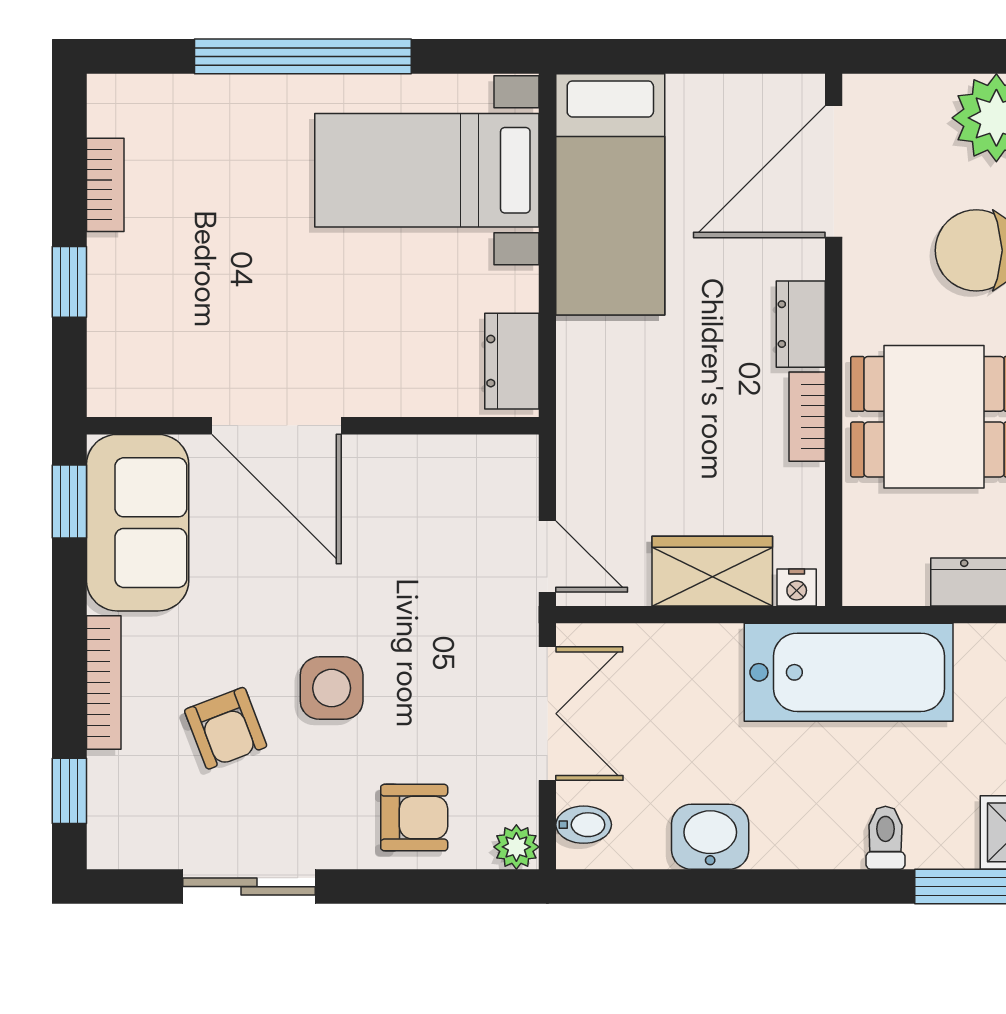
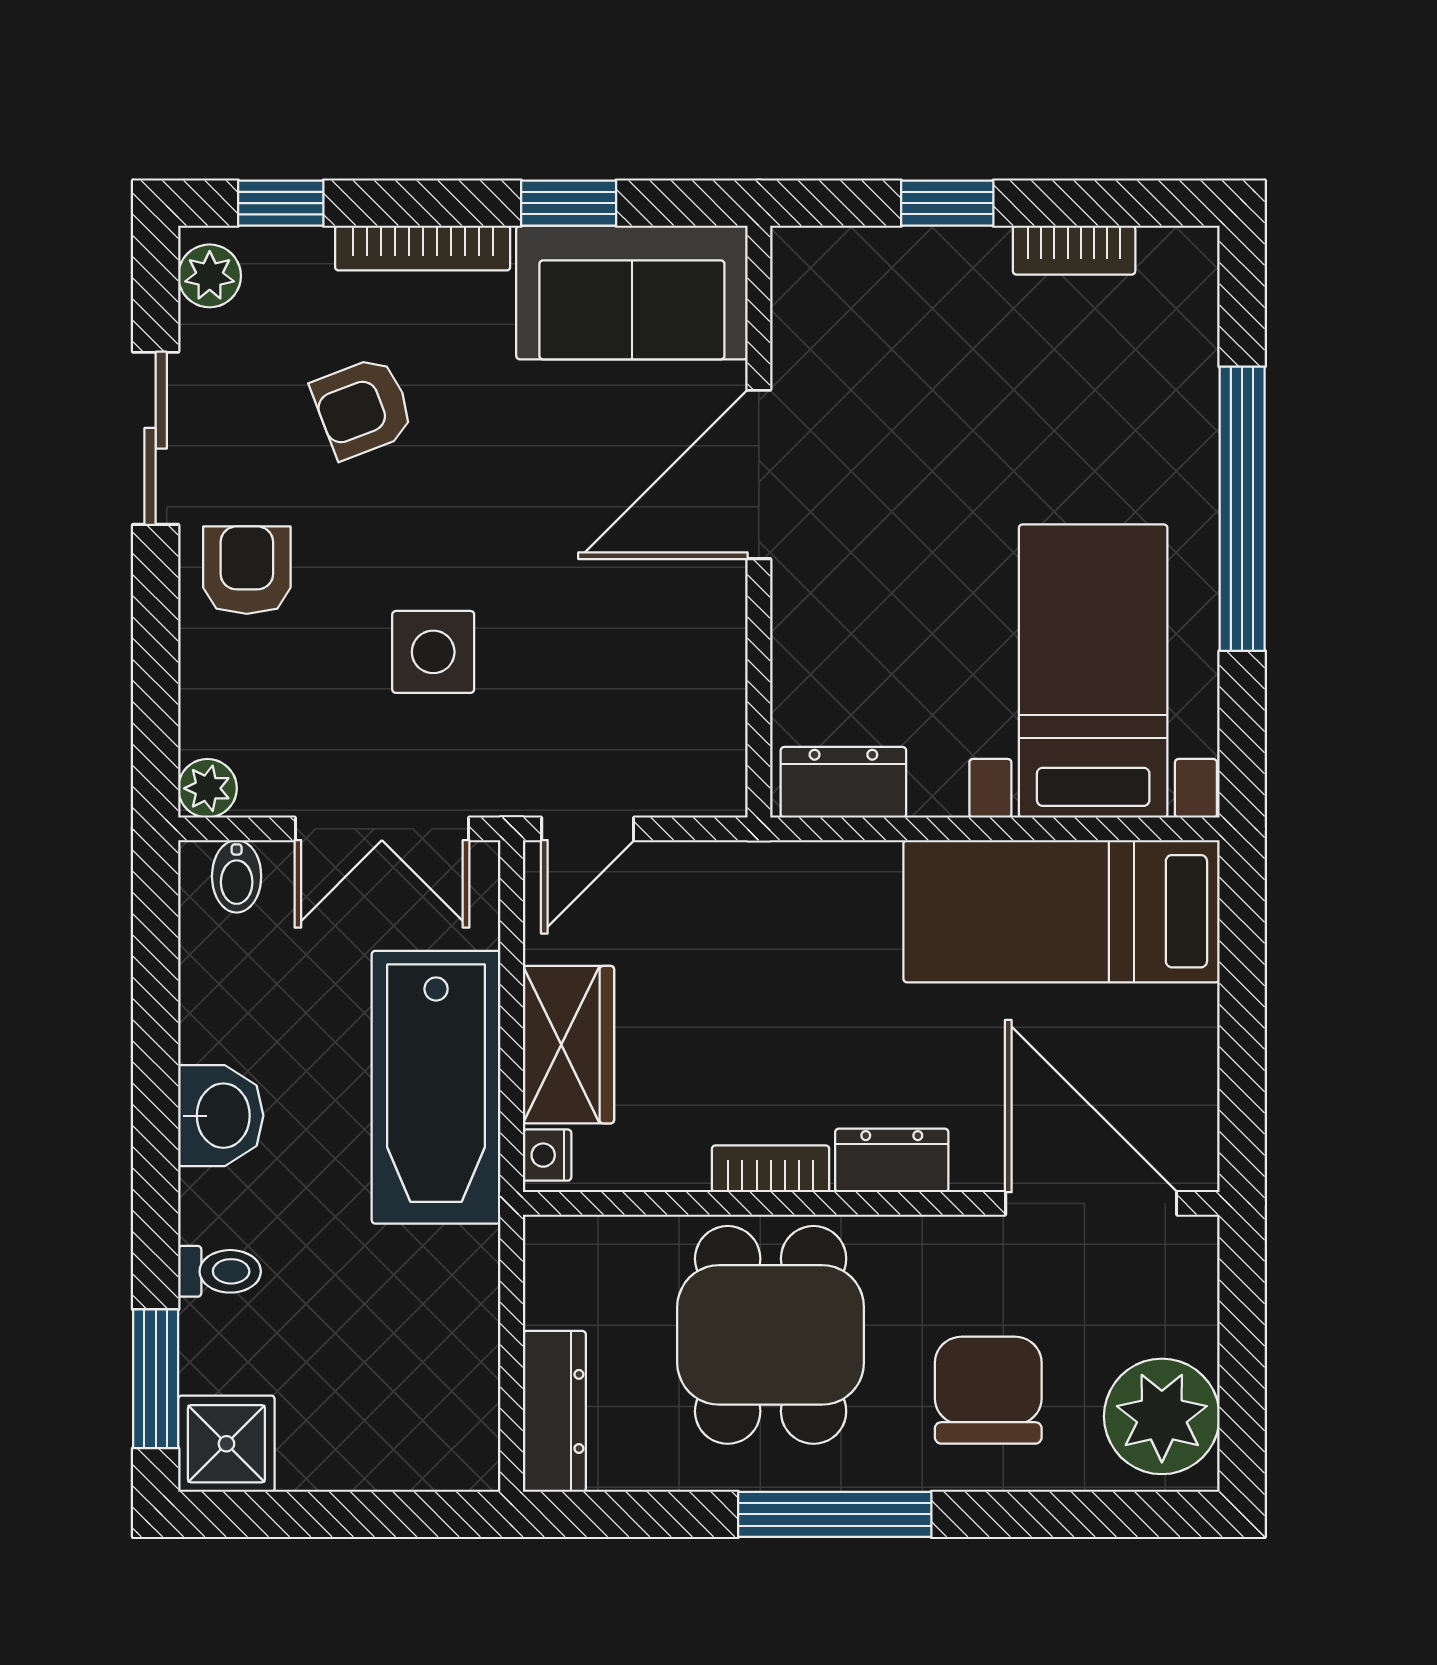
window: (69, 502) -> (569, 203), moved
bathtub: (849, 672) -> (436, 1087), moved
side table: (332, 688) -> (433, 652), moved
armchair: (414, 818) -> (247, 570), moved, turned 180
washbasin: (710, 837) -> (221, 1116), moved
plant: (125, 845) -> (210, 276), added

